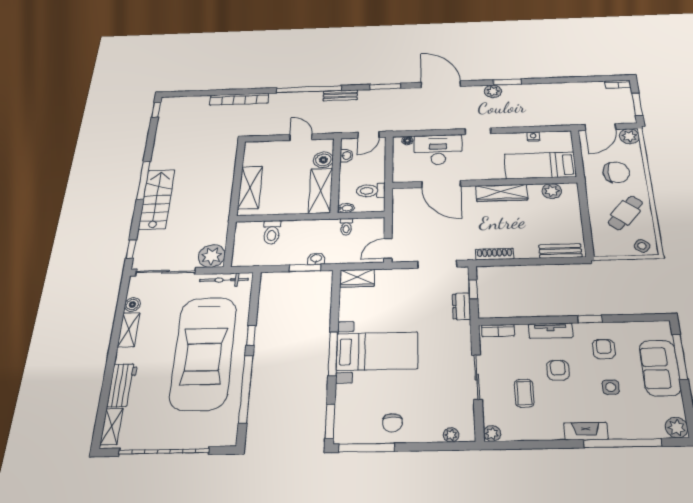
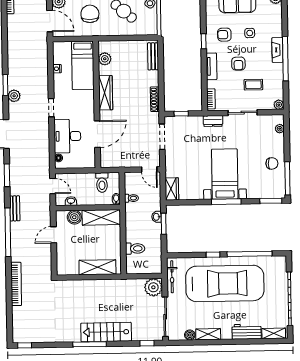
dresser: (462, 306) -> (213, 121), moved
armchair: (558, 370) -> (238, 64), turned -90
window: (622, 443) -> (285, 59), moved

